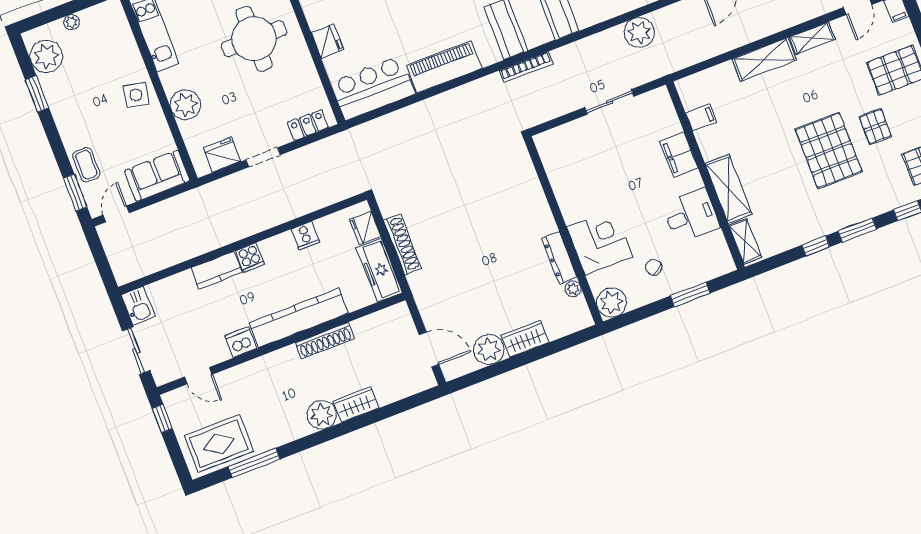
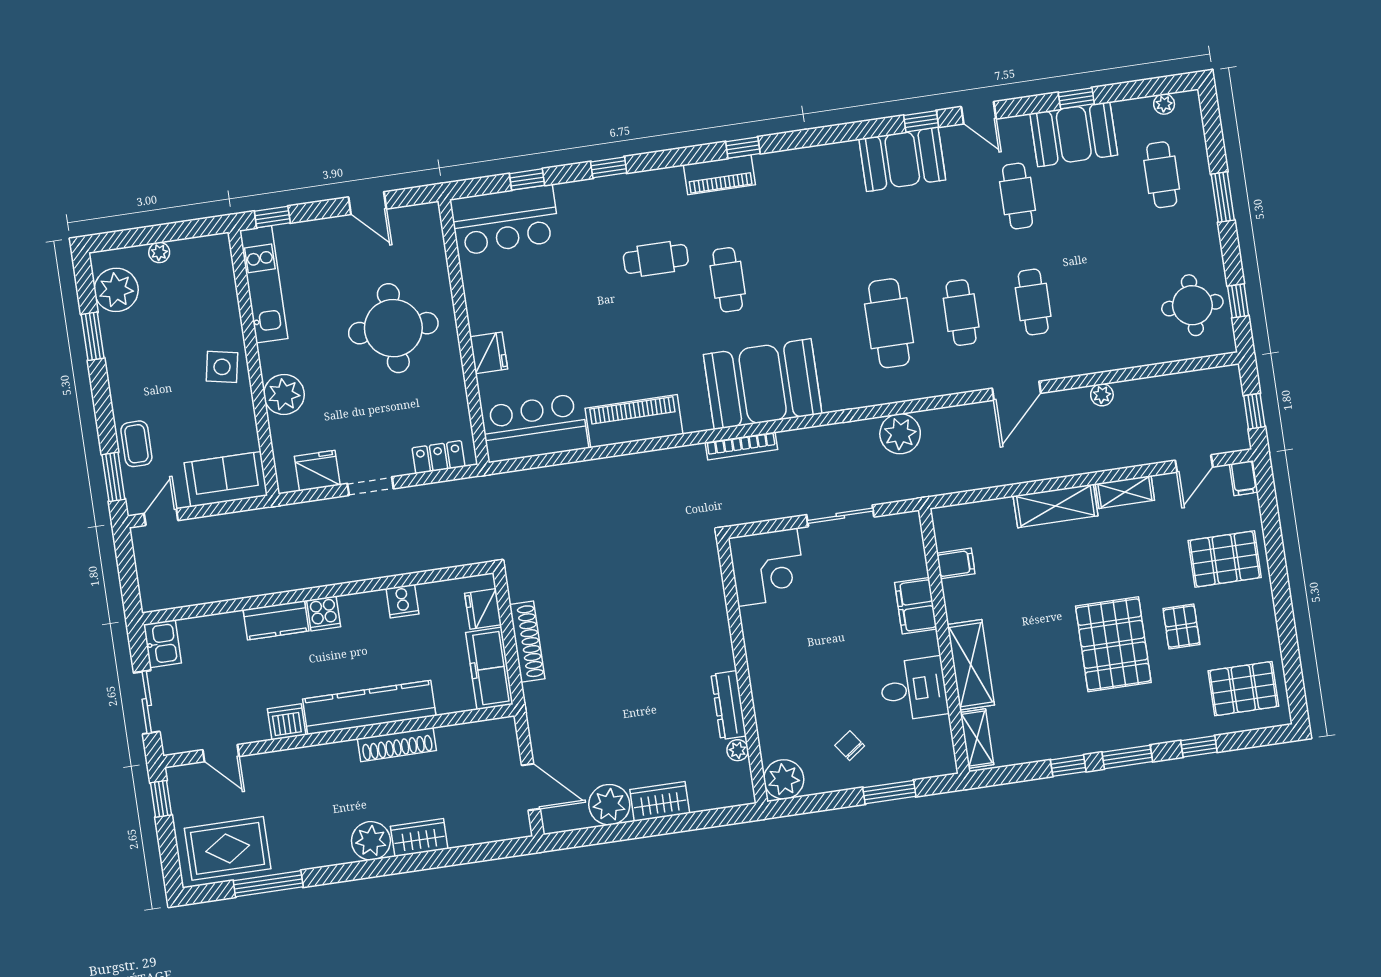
corner desk: (600, 242) -> (767, 567), moved, turned 90

